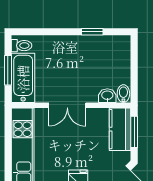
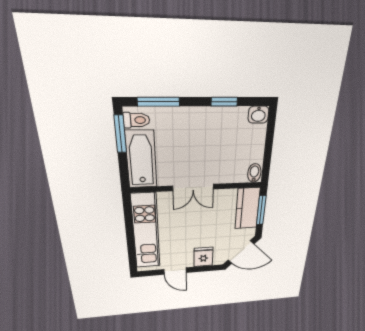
window: (40, 32) -> (159, 102), added
window: (8, 70) -> (120, 134), moved
washbasin: (107, 96) -> (258, 115), moved, turned 180

